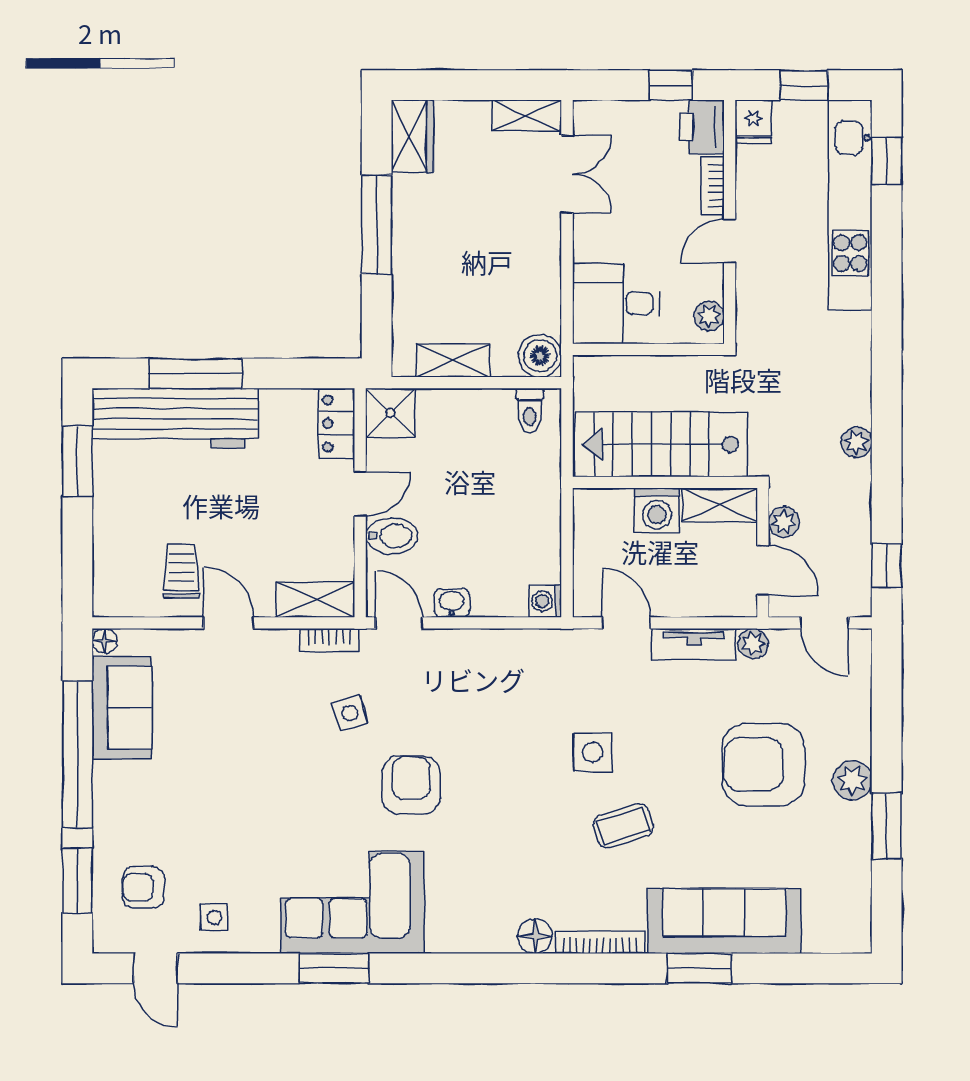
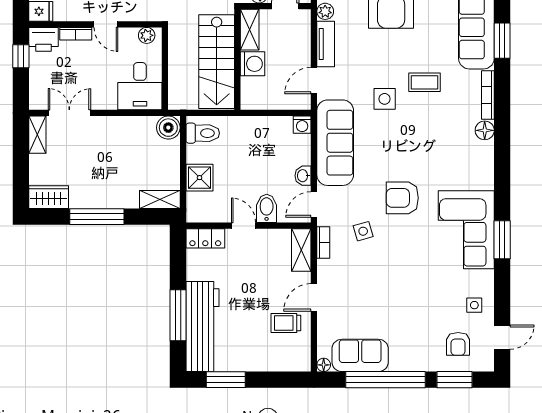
shelving: (453, 360) -> (160, 199), moved, turned 90
toilet: (530, 410) -> (203, 133), width x1.37, depth x1.39
shower: (390, 413) -> (200, 178), moved
sofa: (512, 662) -> (335, 143), added
coffee table: (623, 826) -> (425, 82), turned -73

